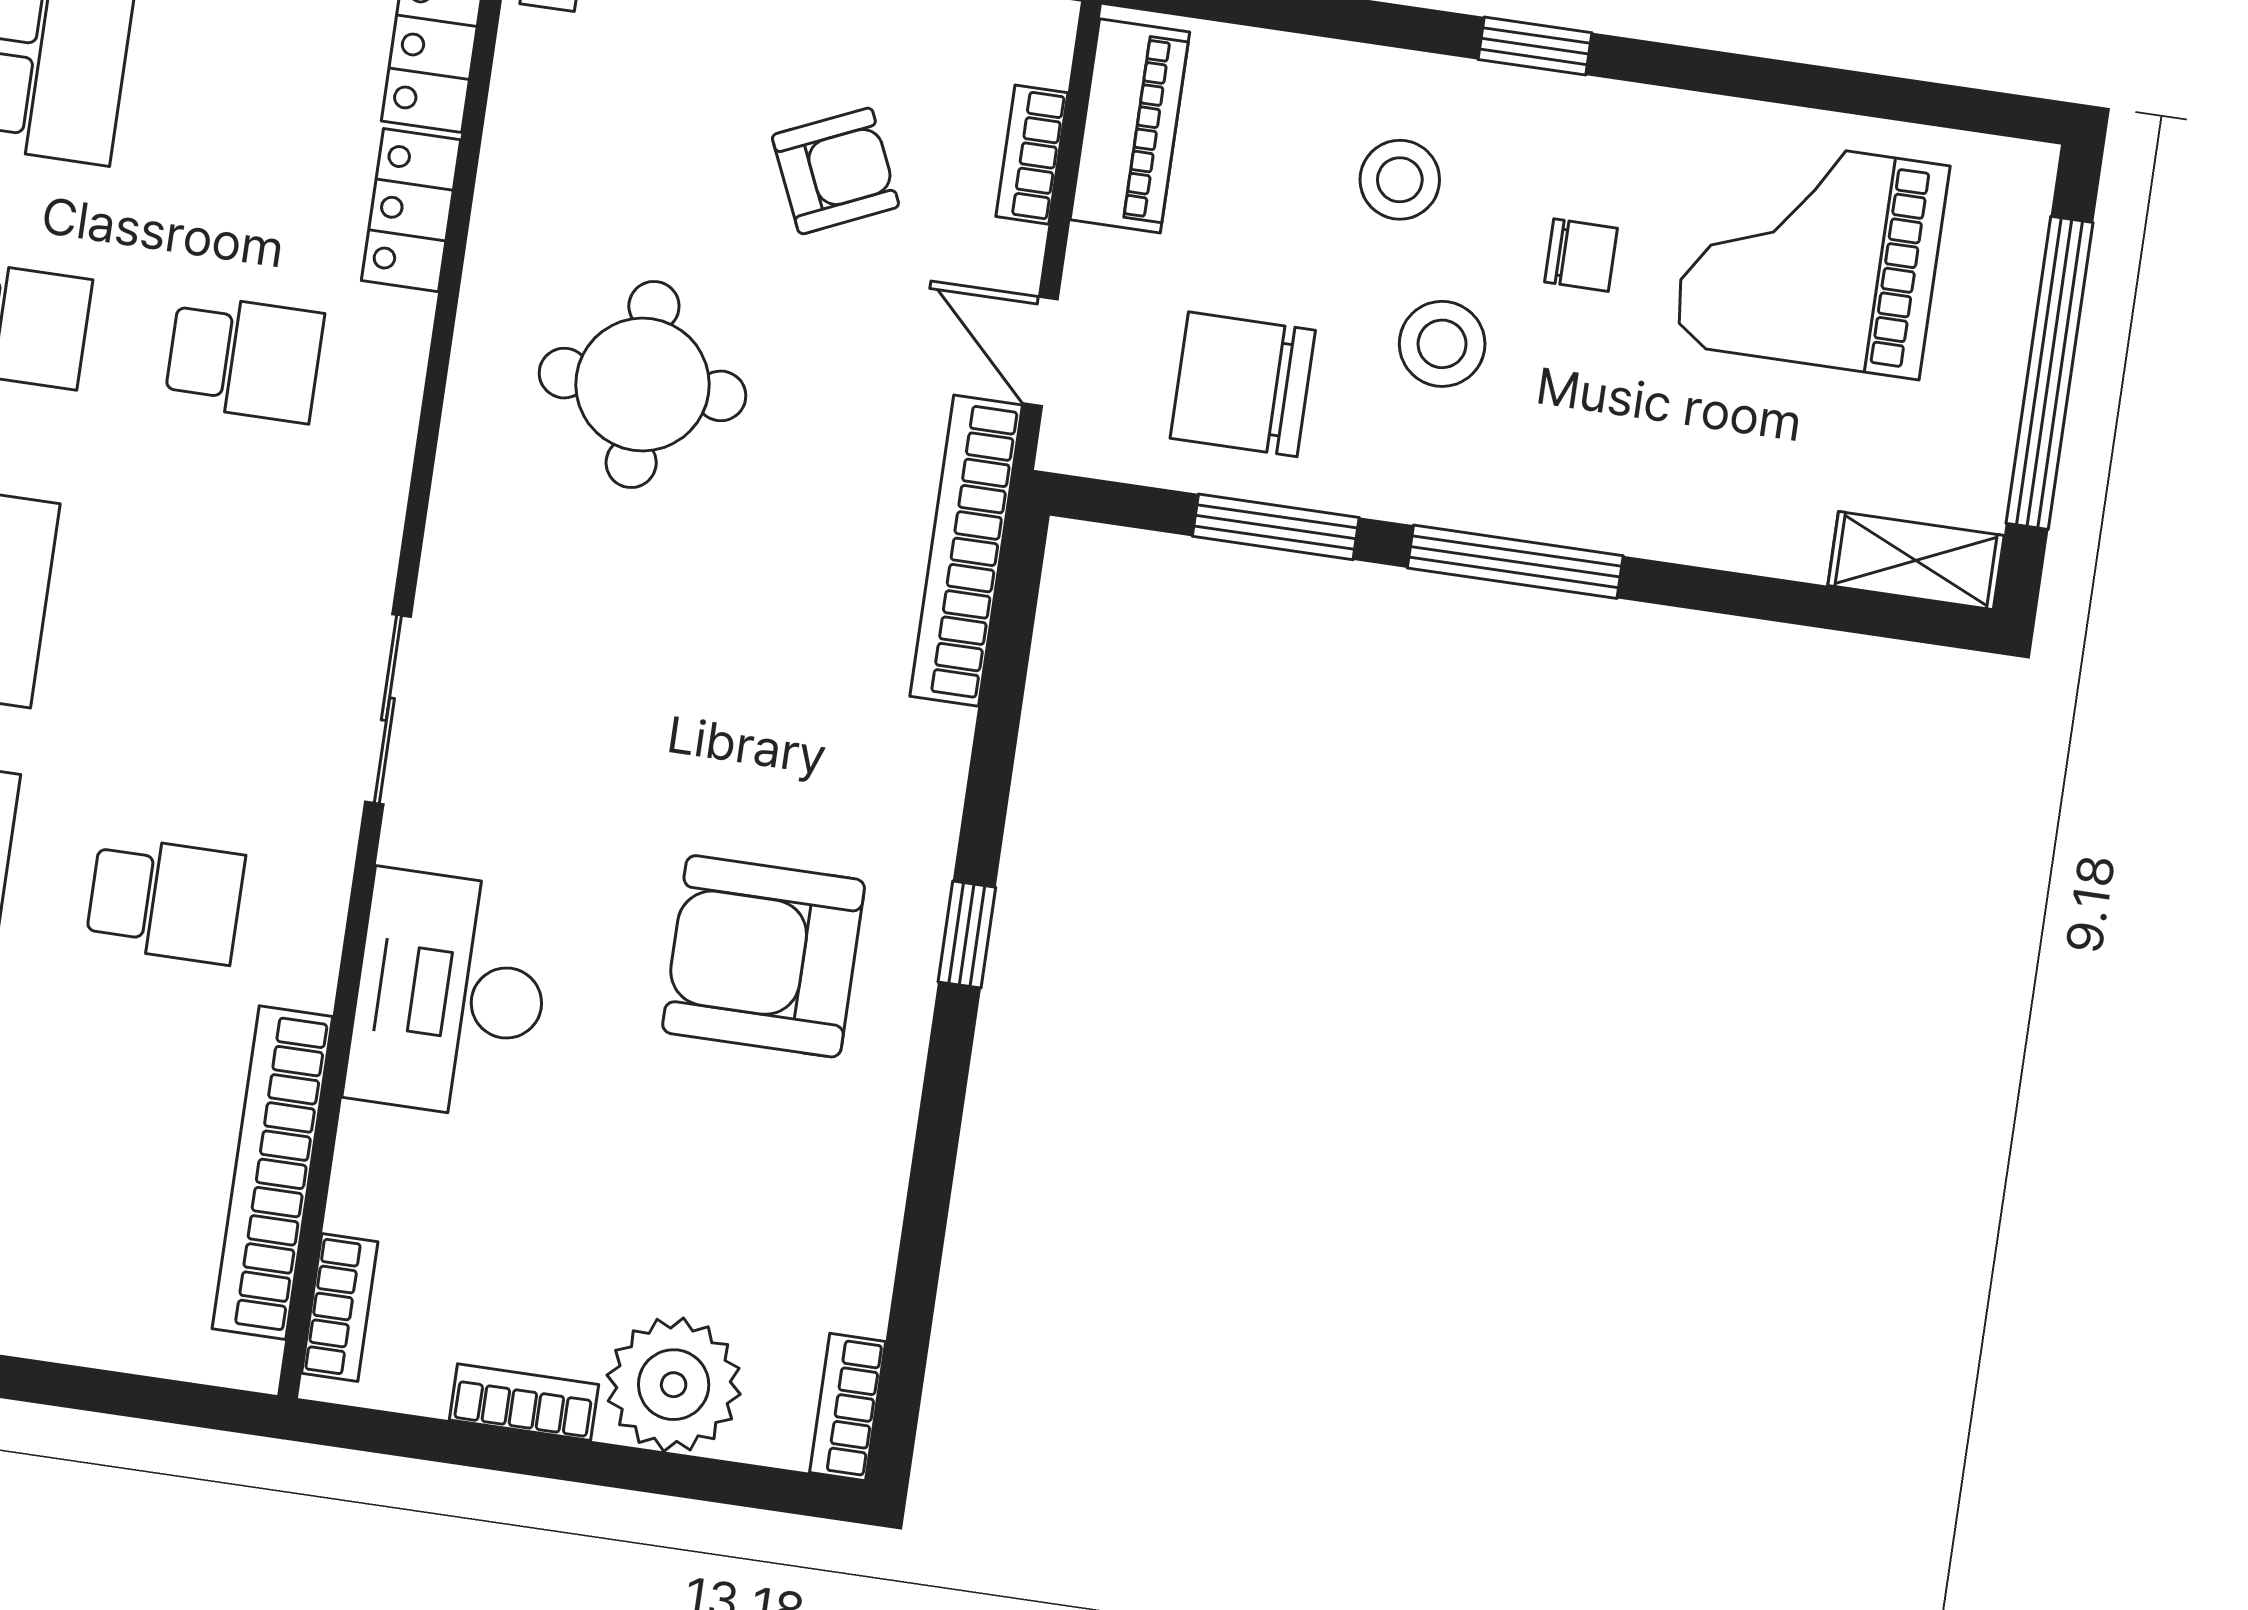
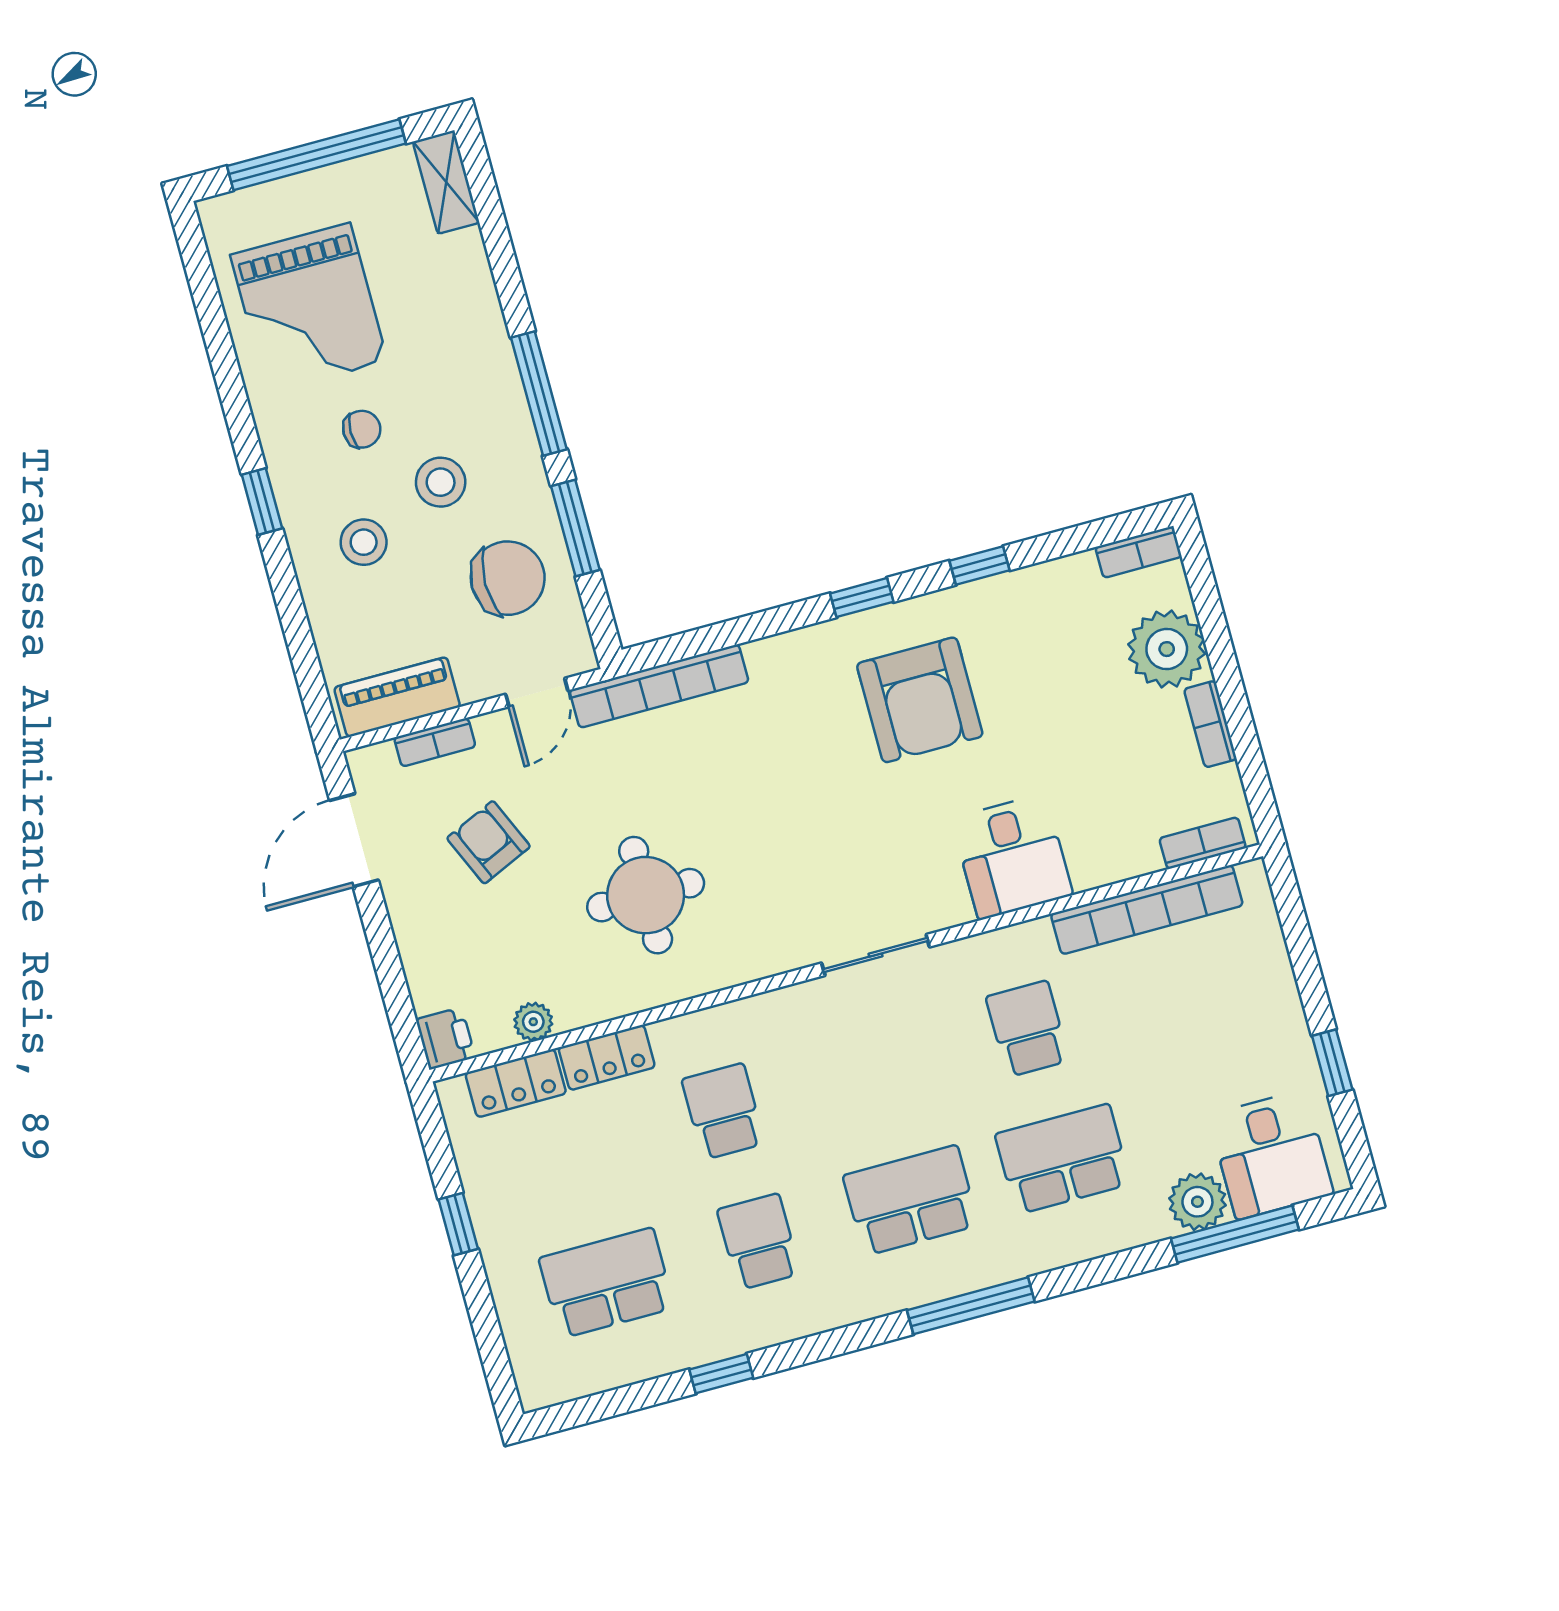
plant: (519, 118) -> (533, 1022), added
chair: (1581, 255) -> (362, 429), turned 90
chair: (1243, 384) -> (508, 578), turned -90
desk: (450, 995) -> (1012, 857), width x0.73
window: (936, 1144) -> (979, 565), added

